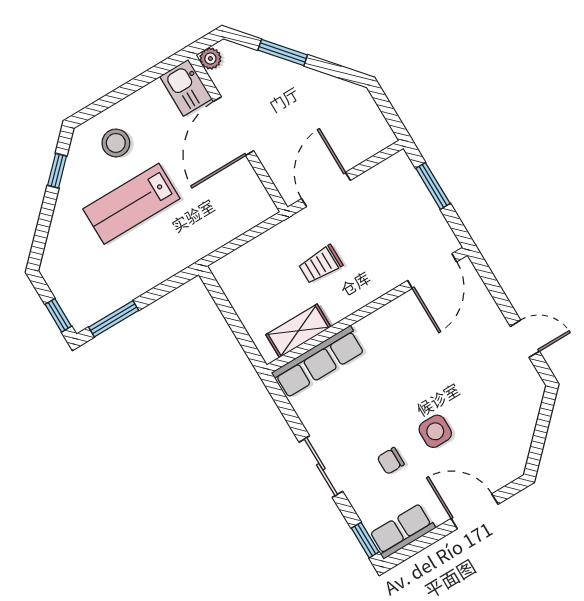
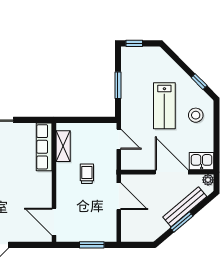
window: (283, 53) -> (182, 222), moved
bench: (278, 70) -> (185, 207), added
lab bench: (131, 204) -> (164, 106), turned 180
door: (232, 246) -> (119, 139), added
window: (114, 319) -> (118, 85), moved

